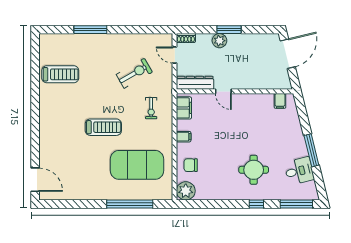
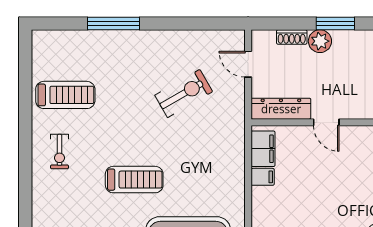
shoe rack: (186, 38) -> (292, 37), moved
exercise bike: (151, 108) -> (60, 152), moved
filing cabinet: (184, 137) -> (263, 177), moved

